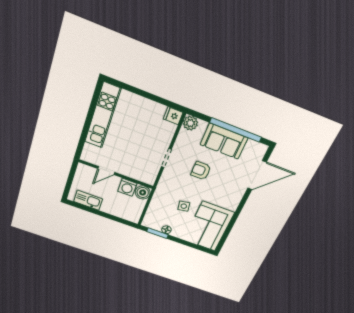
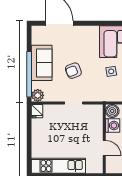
window: (236, 130) -> (29, 74), moved
armchair: (201, 171) -> (73, 71), turned 69

